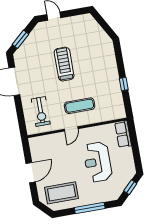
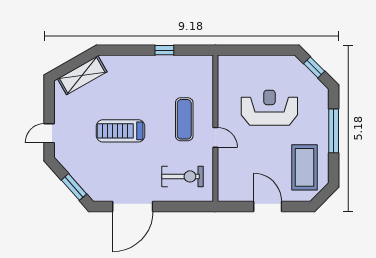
shelving: (97, 32) -> (82, 75), added
row of seats: (123, 134) -> (236, 64), removed
reception desk: (98, 162) -> (269, 108), turned 180

